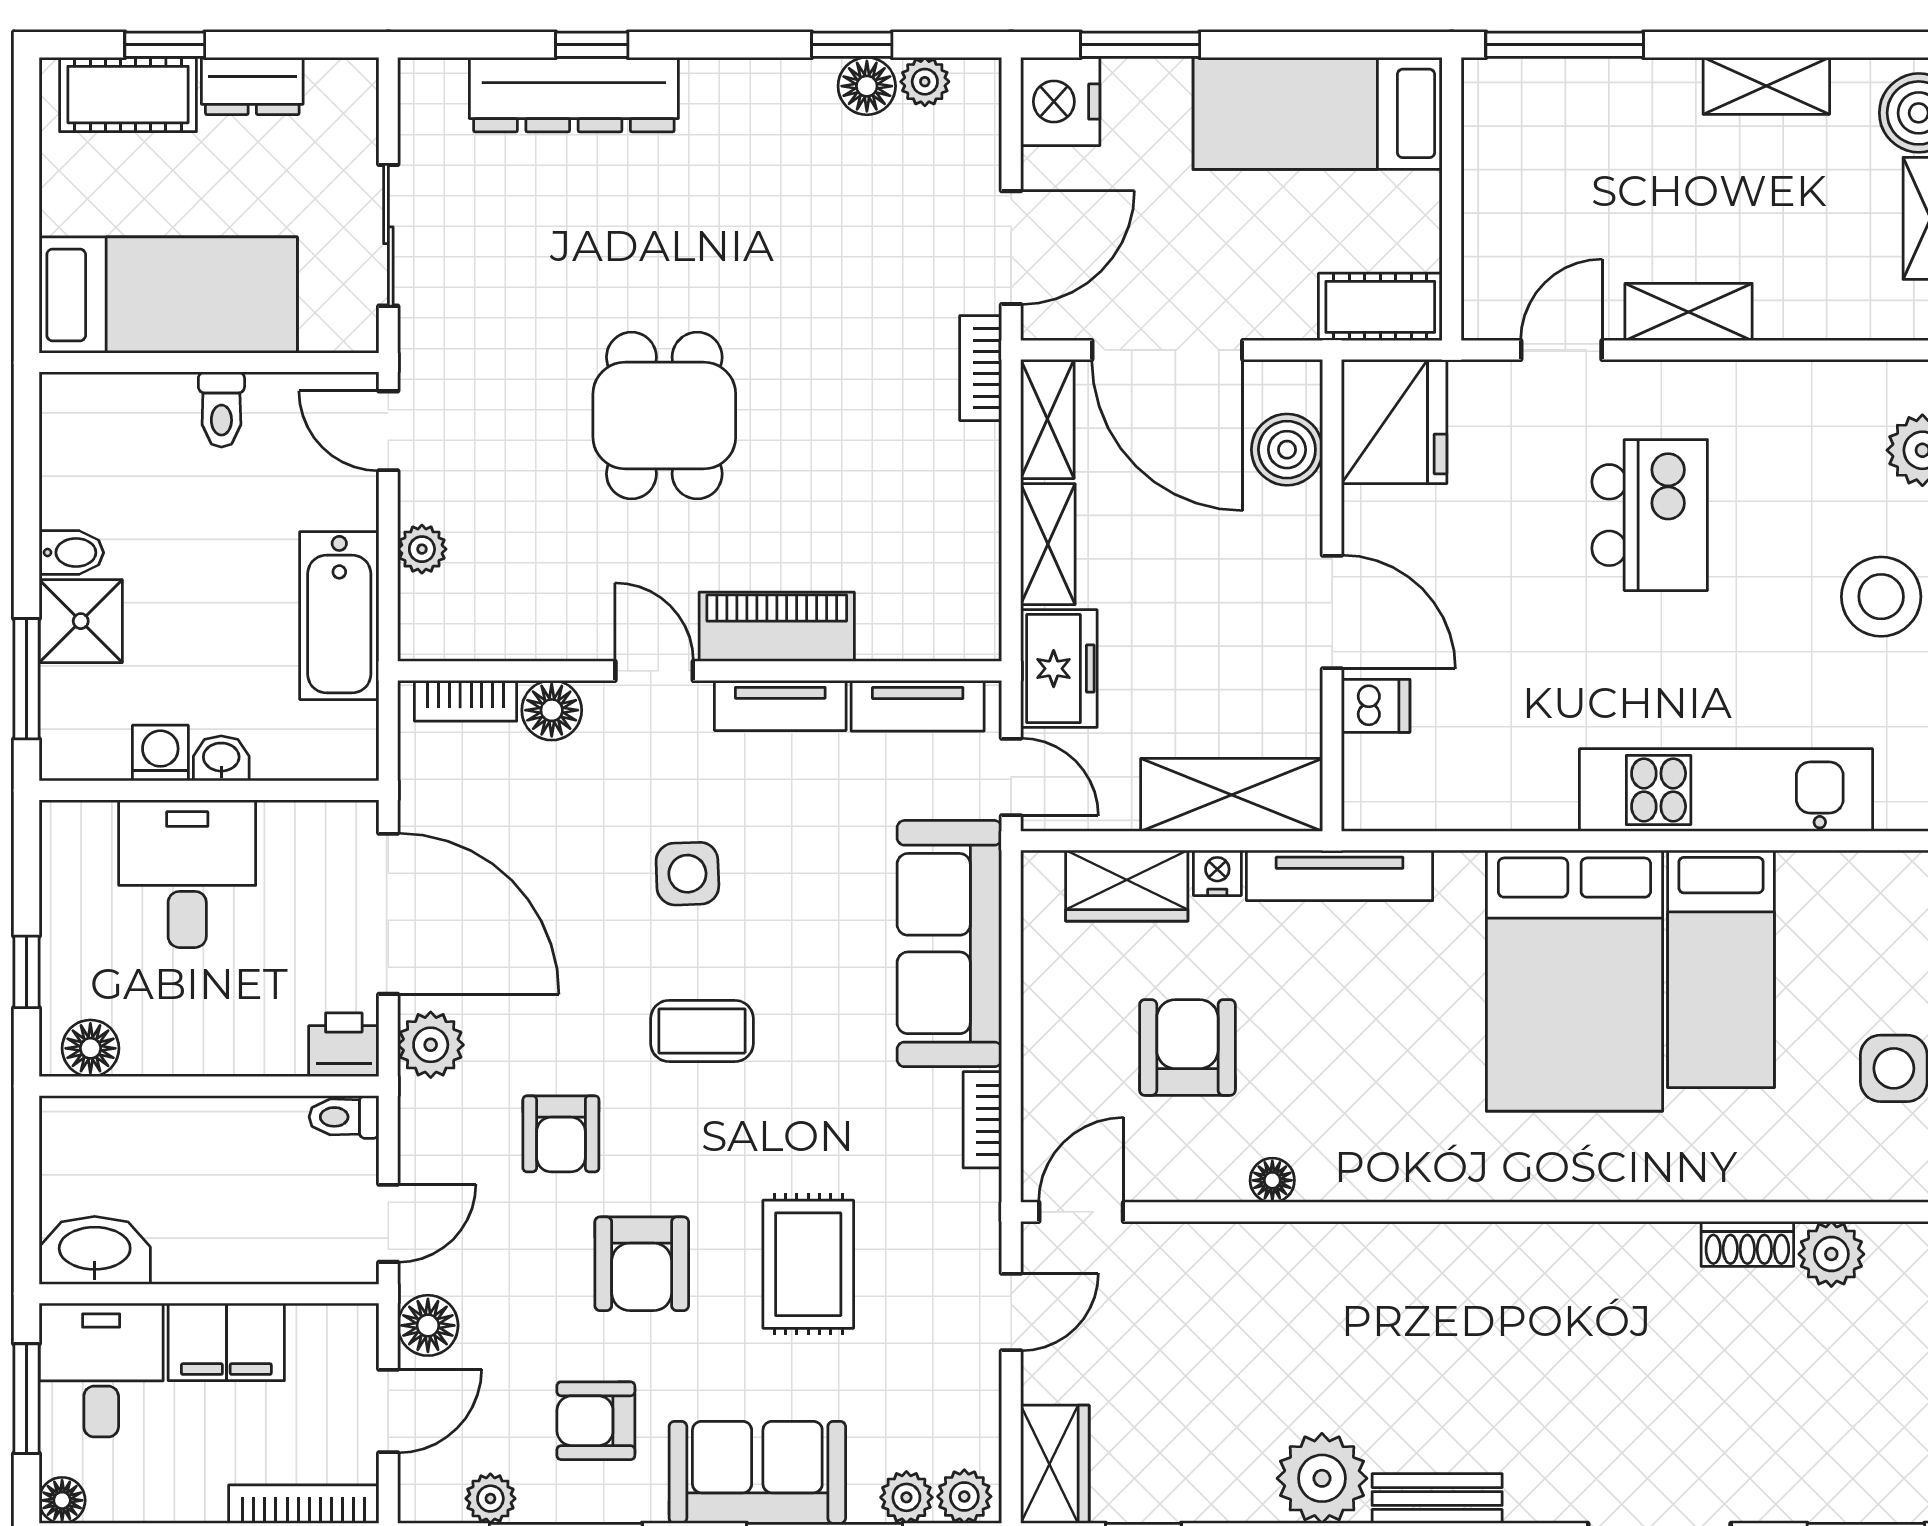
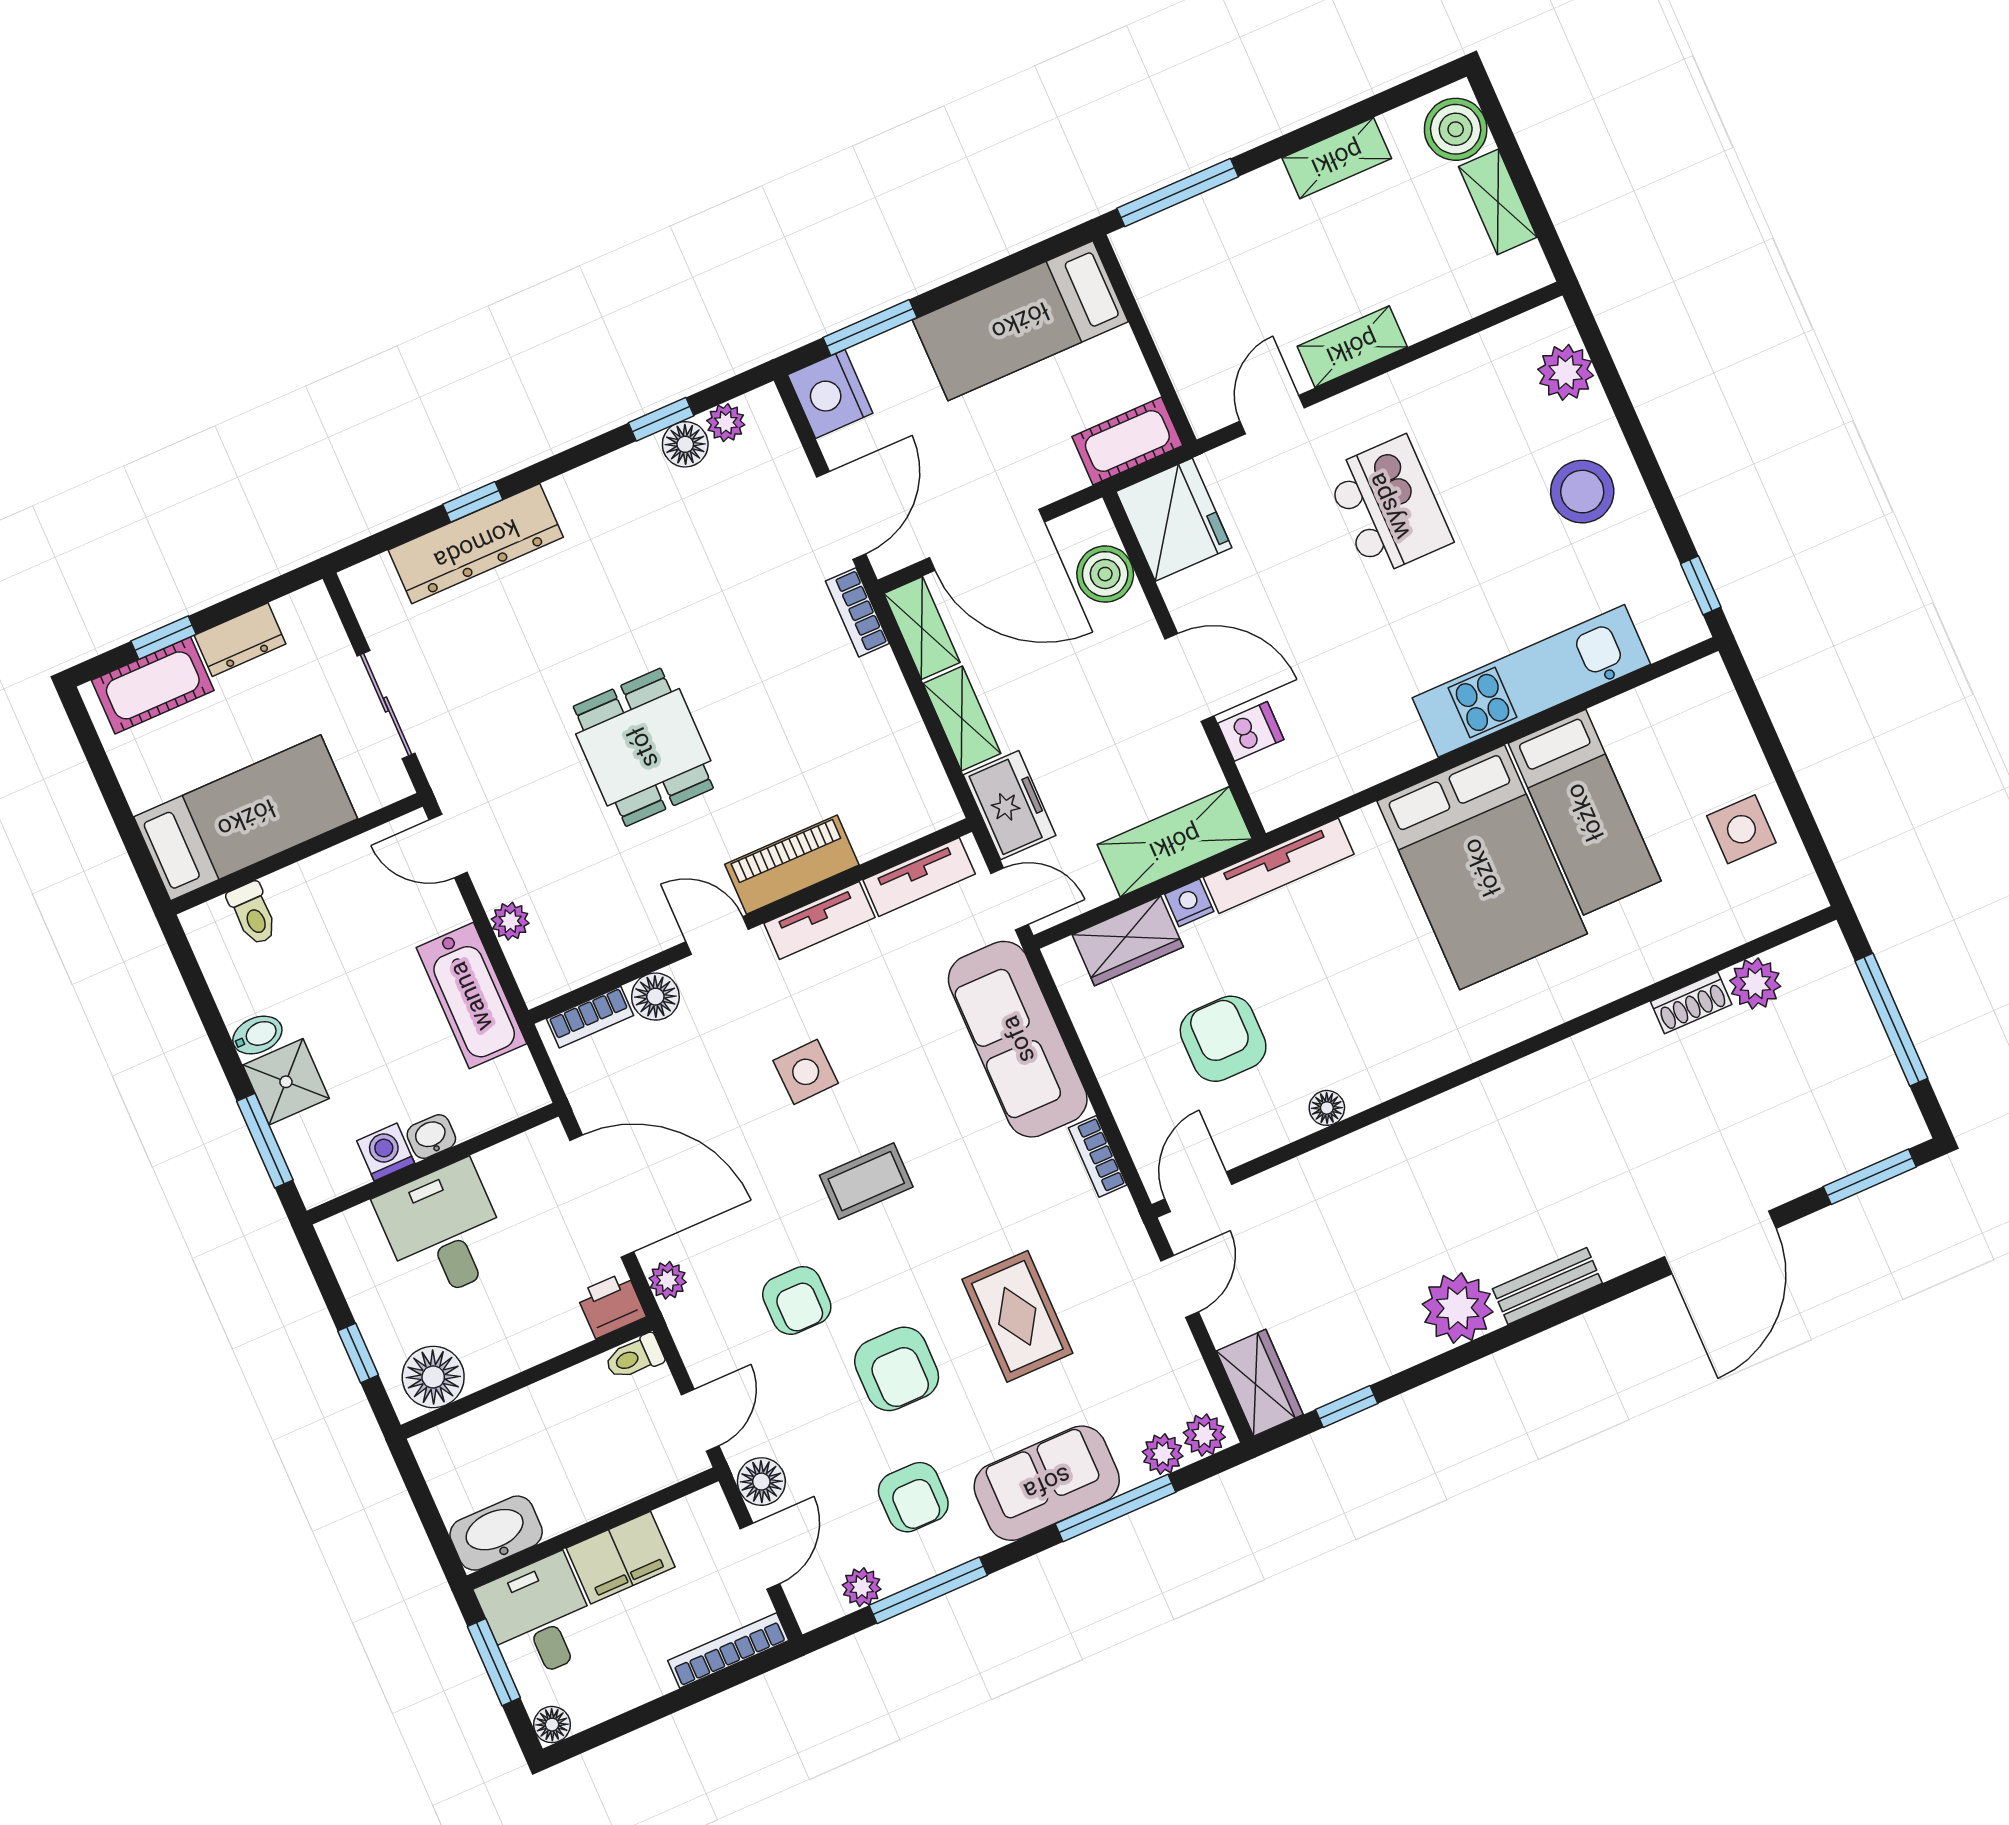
toilet: (221, 410) -> (253, 914), moved
plant: (431, 1045) -> (668, 1280), width x0.73, depth x0.73
floor lamp: (90, 1048) -> (433, 1377), width x1.38, depth x1.38
armchair: (596, 1421) -> (913, 1497), turned -90

